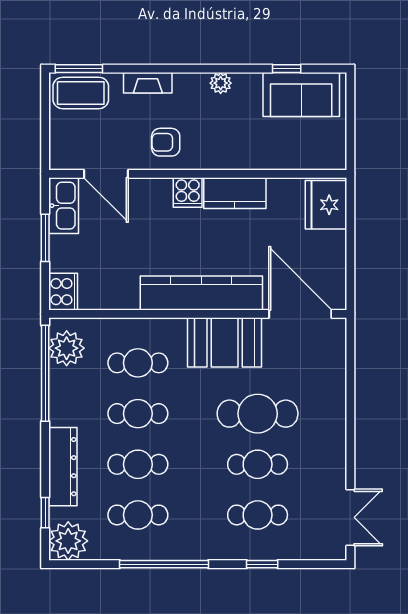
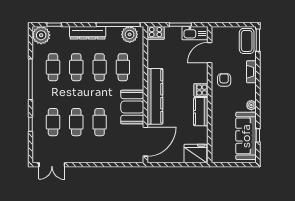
sofa: (301, 95) -> (246, 136), width x1.36
cafe table: (258, 414) -> (100, 122), width x0.73, depth x0.74
dresser: (63, 467) -> (88, 33), moved

